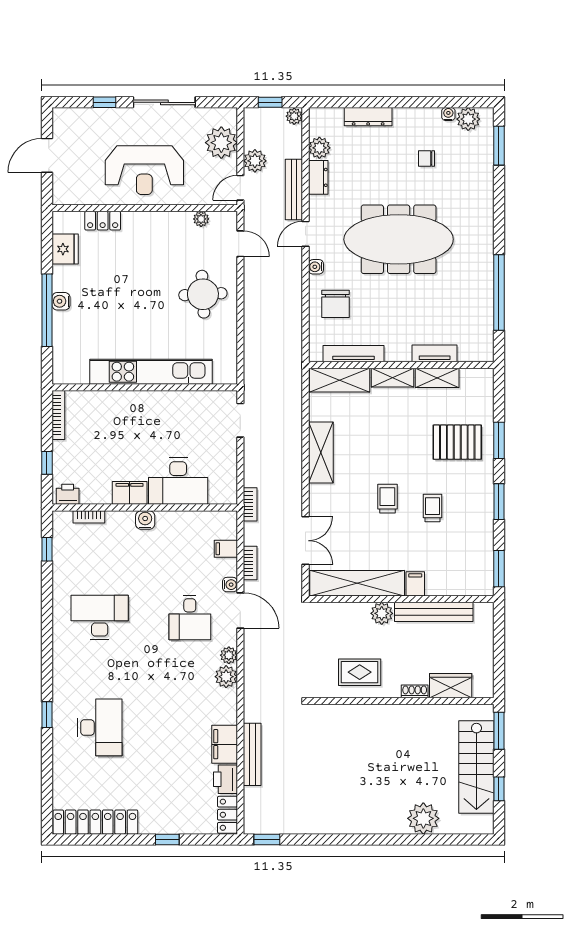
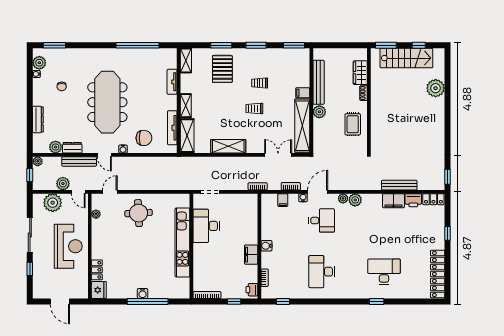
fridge: (65, 249) -> (99, 290), moved, turned 90
shelving: (437, 378) -> (186, 61), moved
desk: (178, 481) -> (206, 226), moved, turned 180

